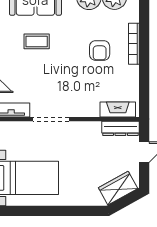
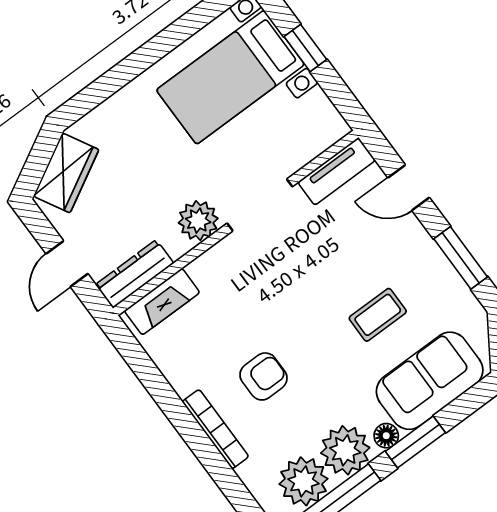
armchair: (100, 50) -> (264, 376), turned 90
plant: (80, 131) -> (198, 221), added

